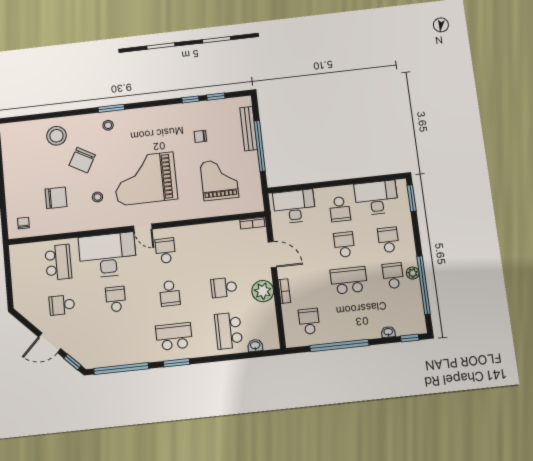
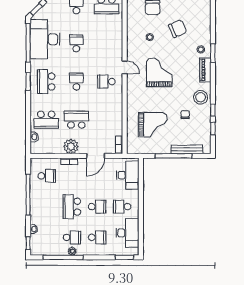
piano: (136, 116) -> (205, 70), added
stool: (56, 136) -> (200, 97), moved
chair: (82, 160) -> (178, 29), turned 127
grand piano: (145, 179) -> (159, 72), width x0.73, depth x0.68
door: (143, 227) -> (125, 67), swing flipped
school desk: (165, 251) -> (106, 82), turned 180
desk: (108, 255) -> (45, 39), moved, turned 180
school desk: (349, 280) -> (72, 207), turned 180
school desk: (224, 287) -> (76, 120), width x1.85
school desk: (170, 293) -> (76, 82), turned 90
school desk: (116, 299) -> (76, 43), turned -90
school desk: (229, 331) -> (46, 120), turned 180
school desk: (174, 336) -> (46, 82), turned 180

